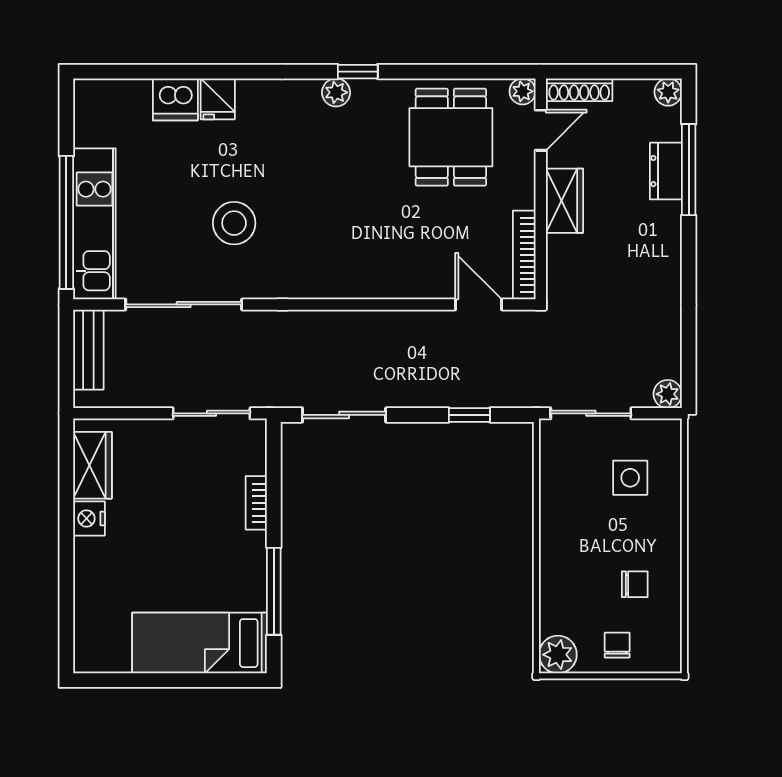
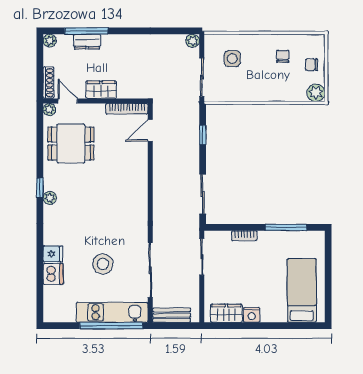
stool: (234, 223) -> (103, 264), moved
bed: (200, 643) -> (302, 290), moved, turned 180

